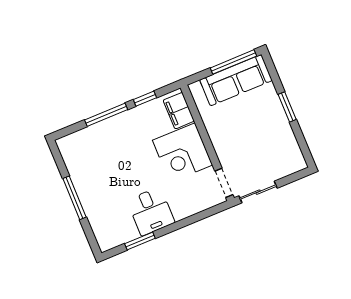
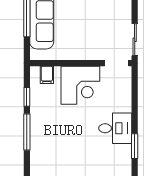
filing cabinet: (179, 111) -> (47, 75), width x0.50

